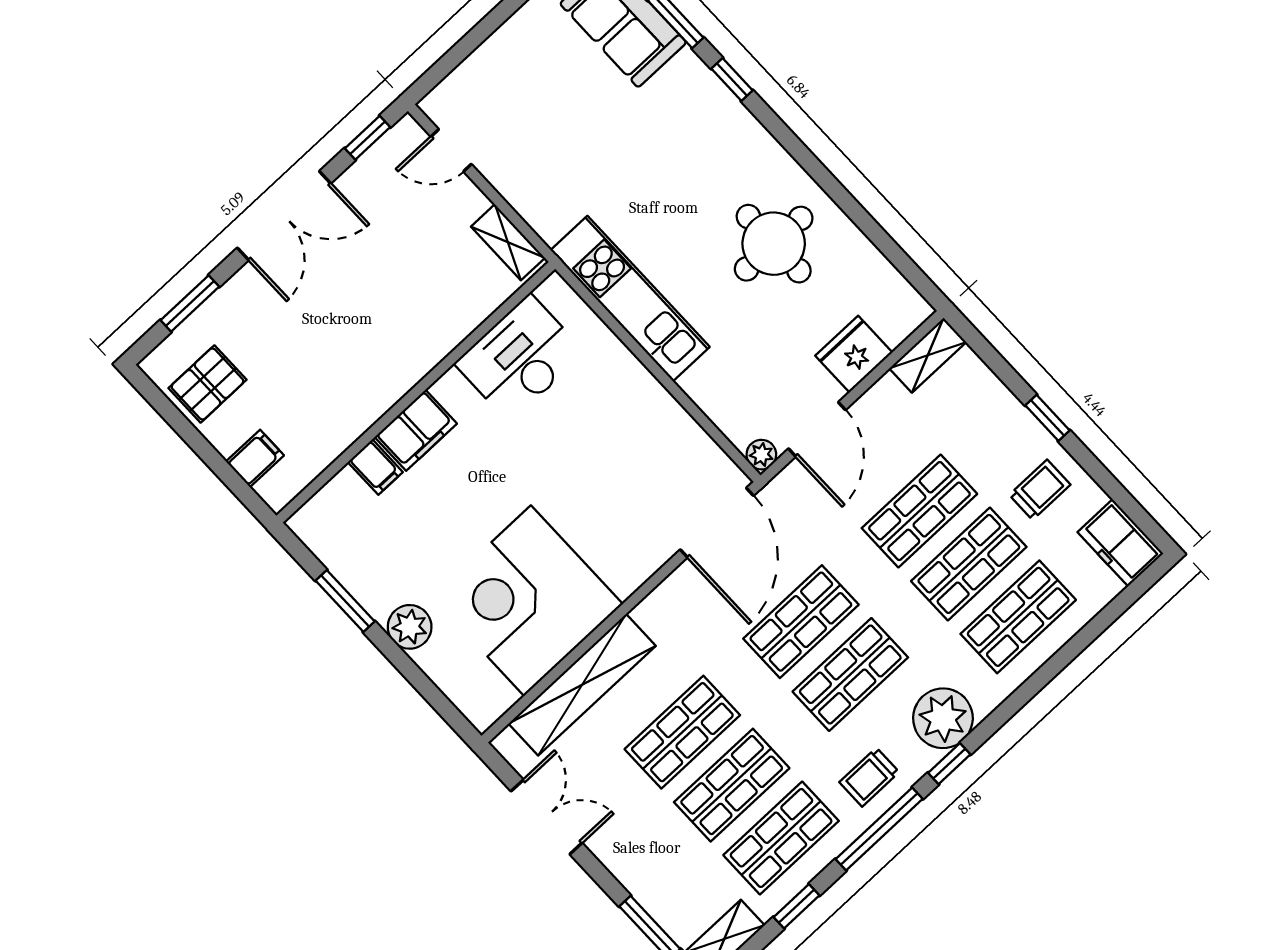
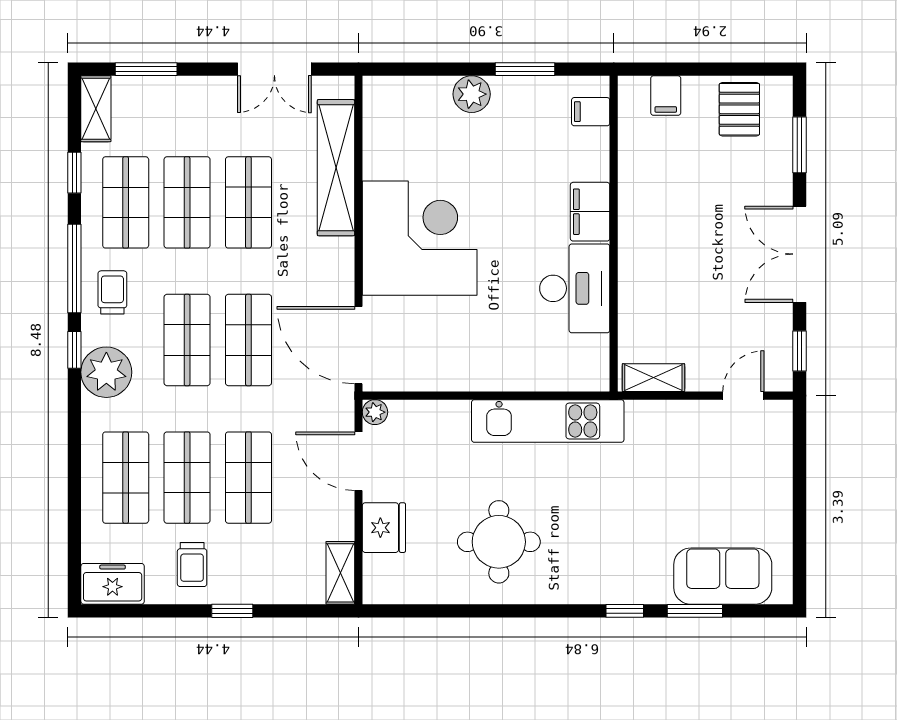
desk: (520, 358) -> (575, 288), moved
filing cabinet: (375, 467) -> (591, 112), moved
corner desk: (528, 601) -> (420, 238), moved

